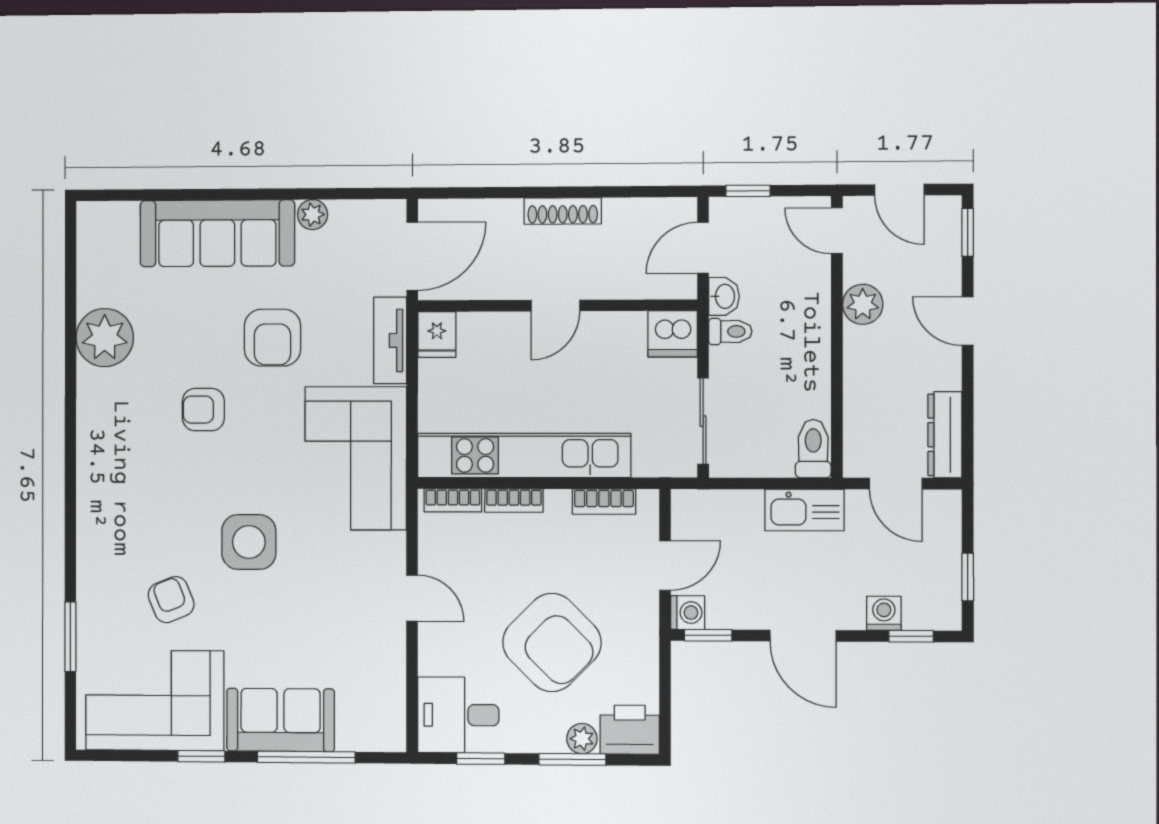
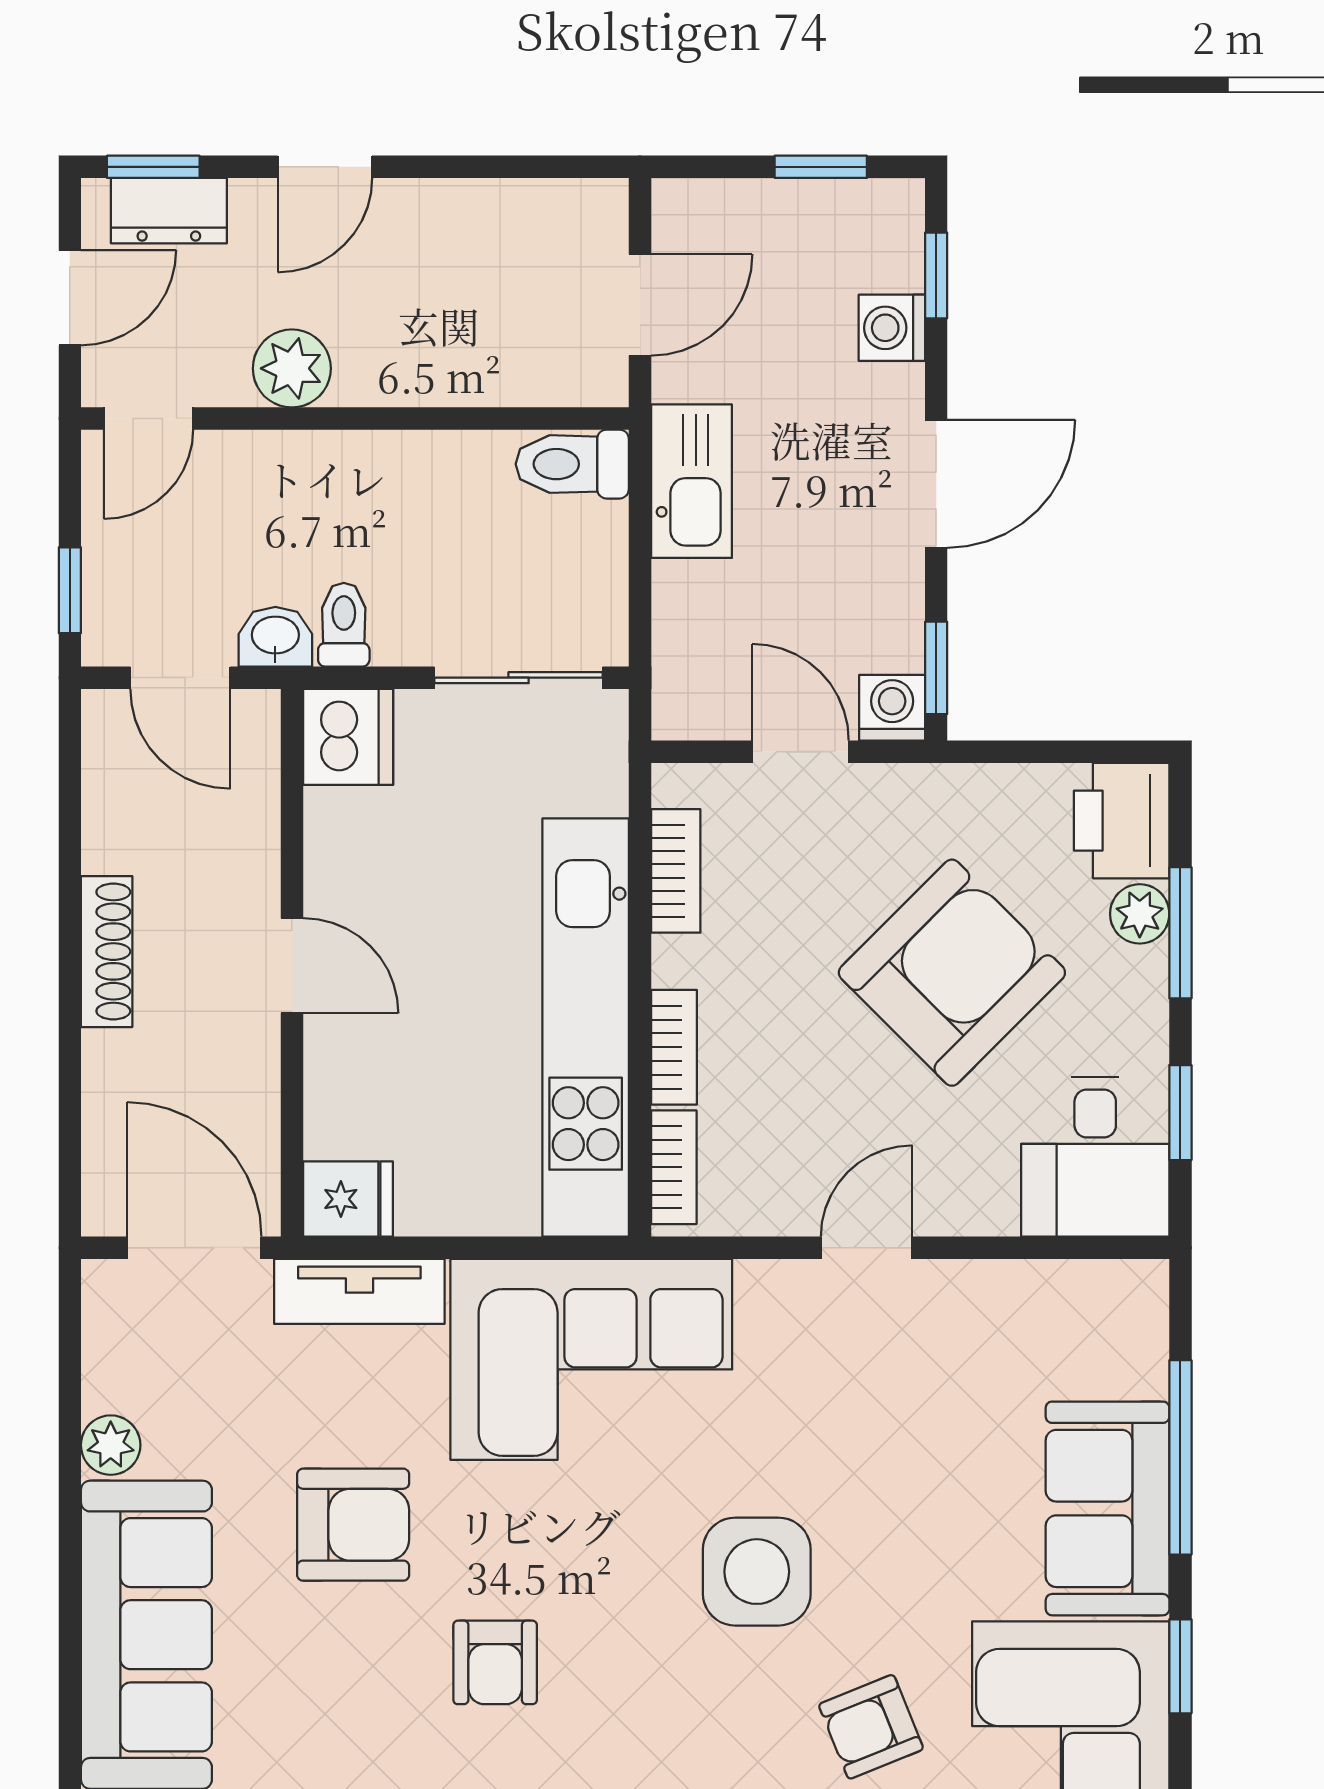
dresser: (945, 435) -> (169, 211), moved, width x0.70

